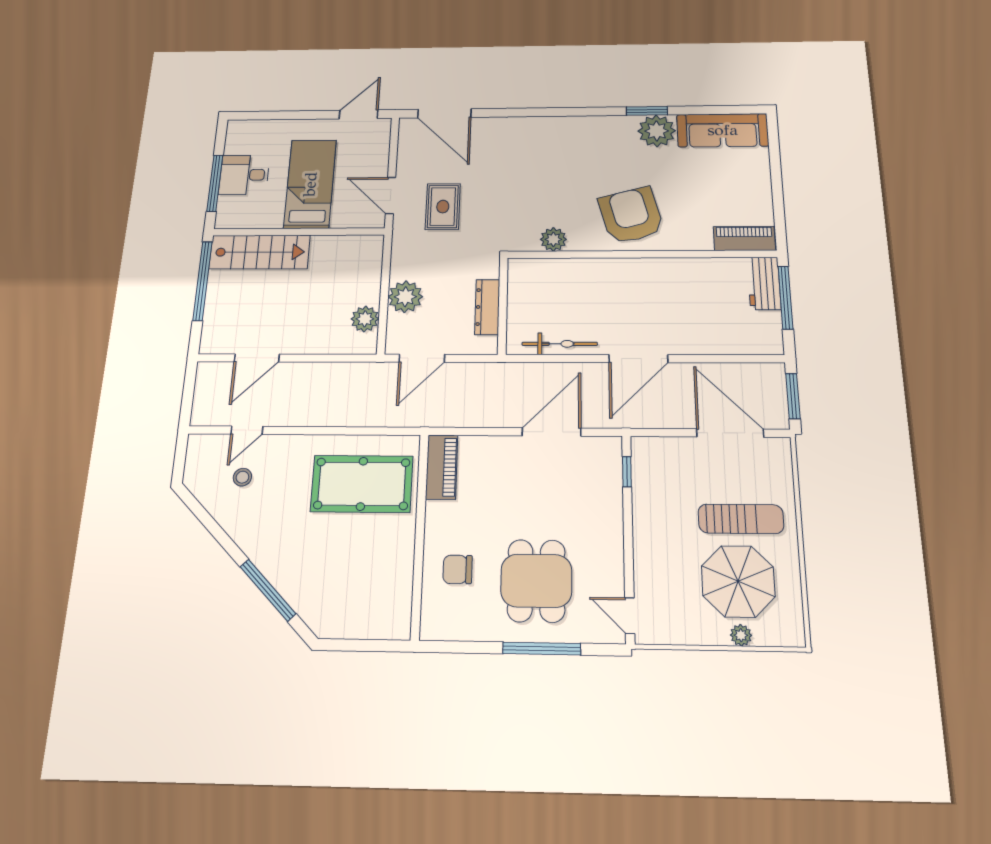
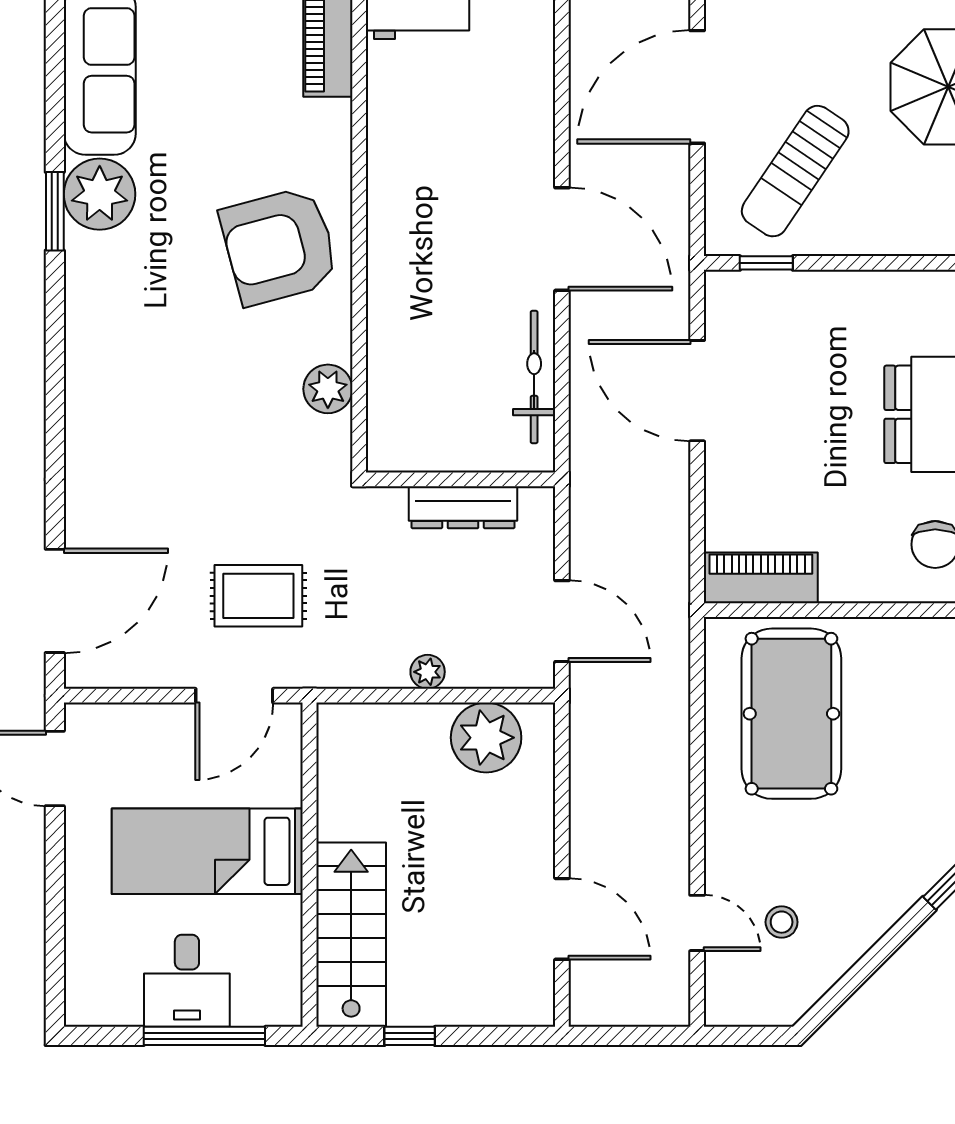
window: (202, 281) -> (410, 1036), width x0.32
plant: (405, 297) -> (428, 672), width x0.53, depth x0.53
plant: (365, 319) -> (486, 738), width x1.36, depth x1.36
sun lounger: (741, 519) -> (795, 171), moved, turned -146

